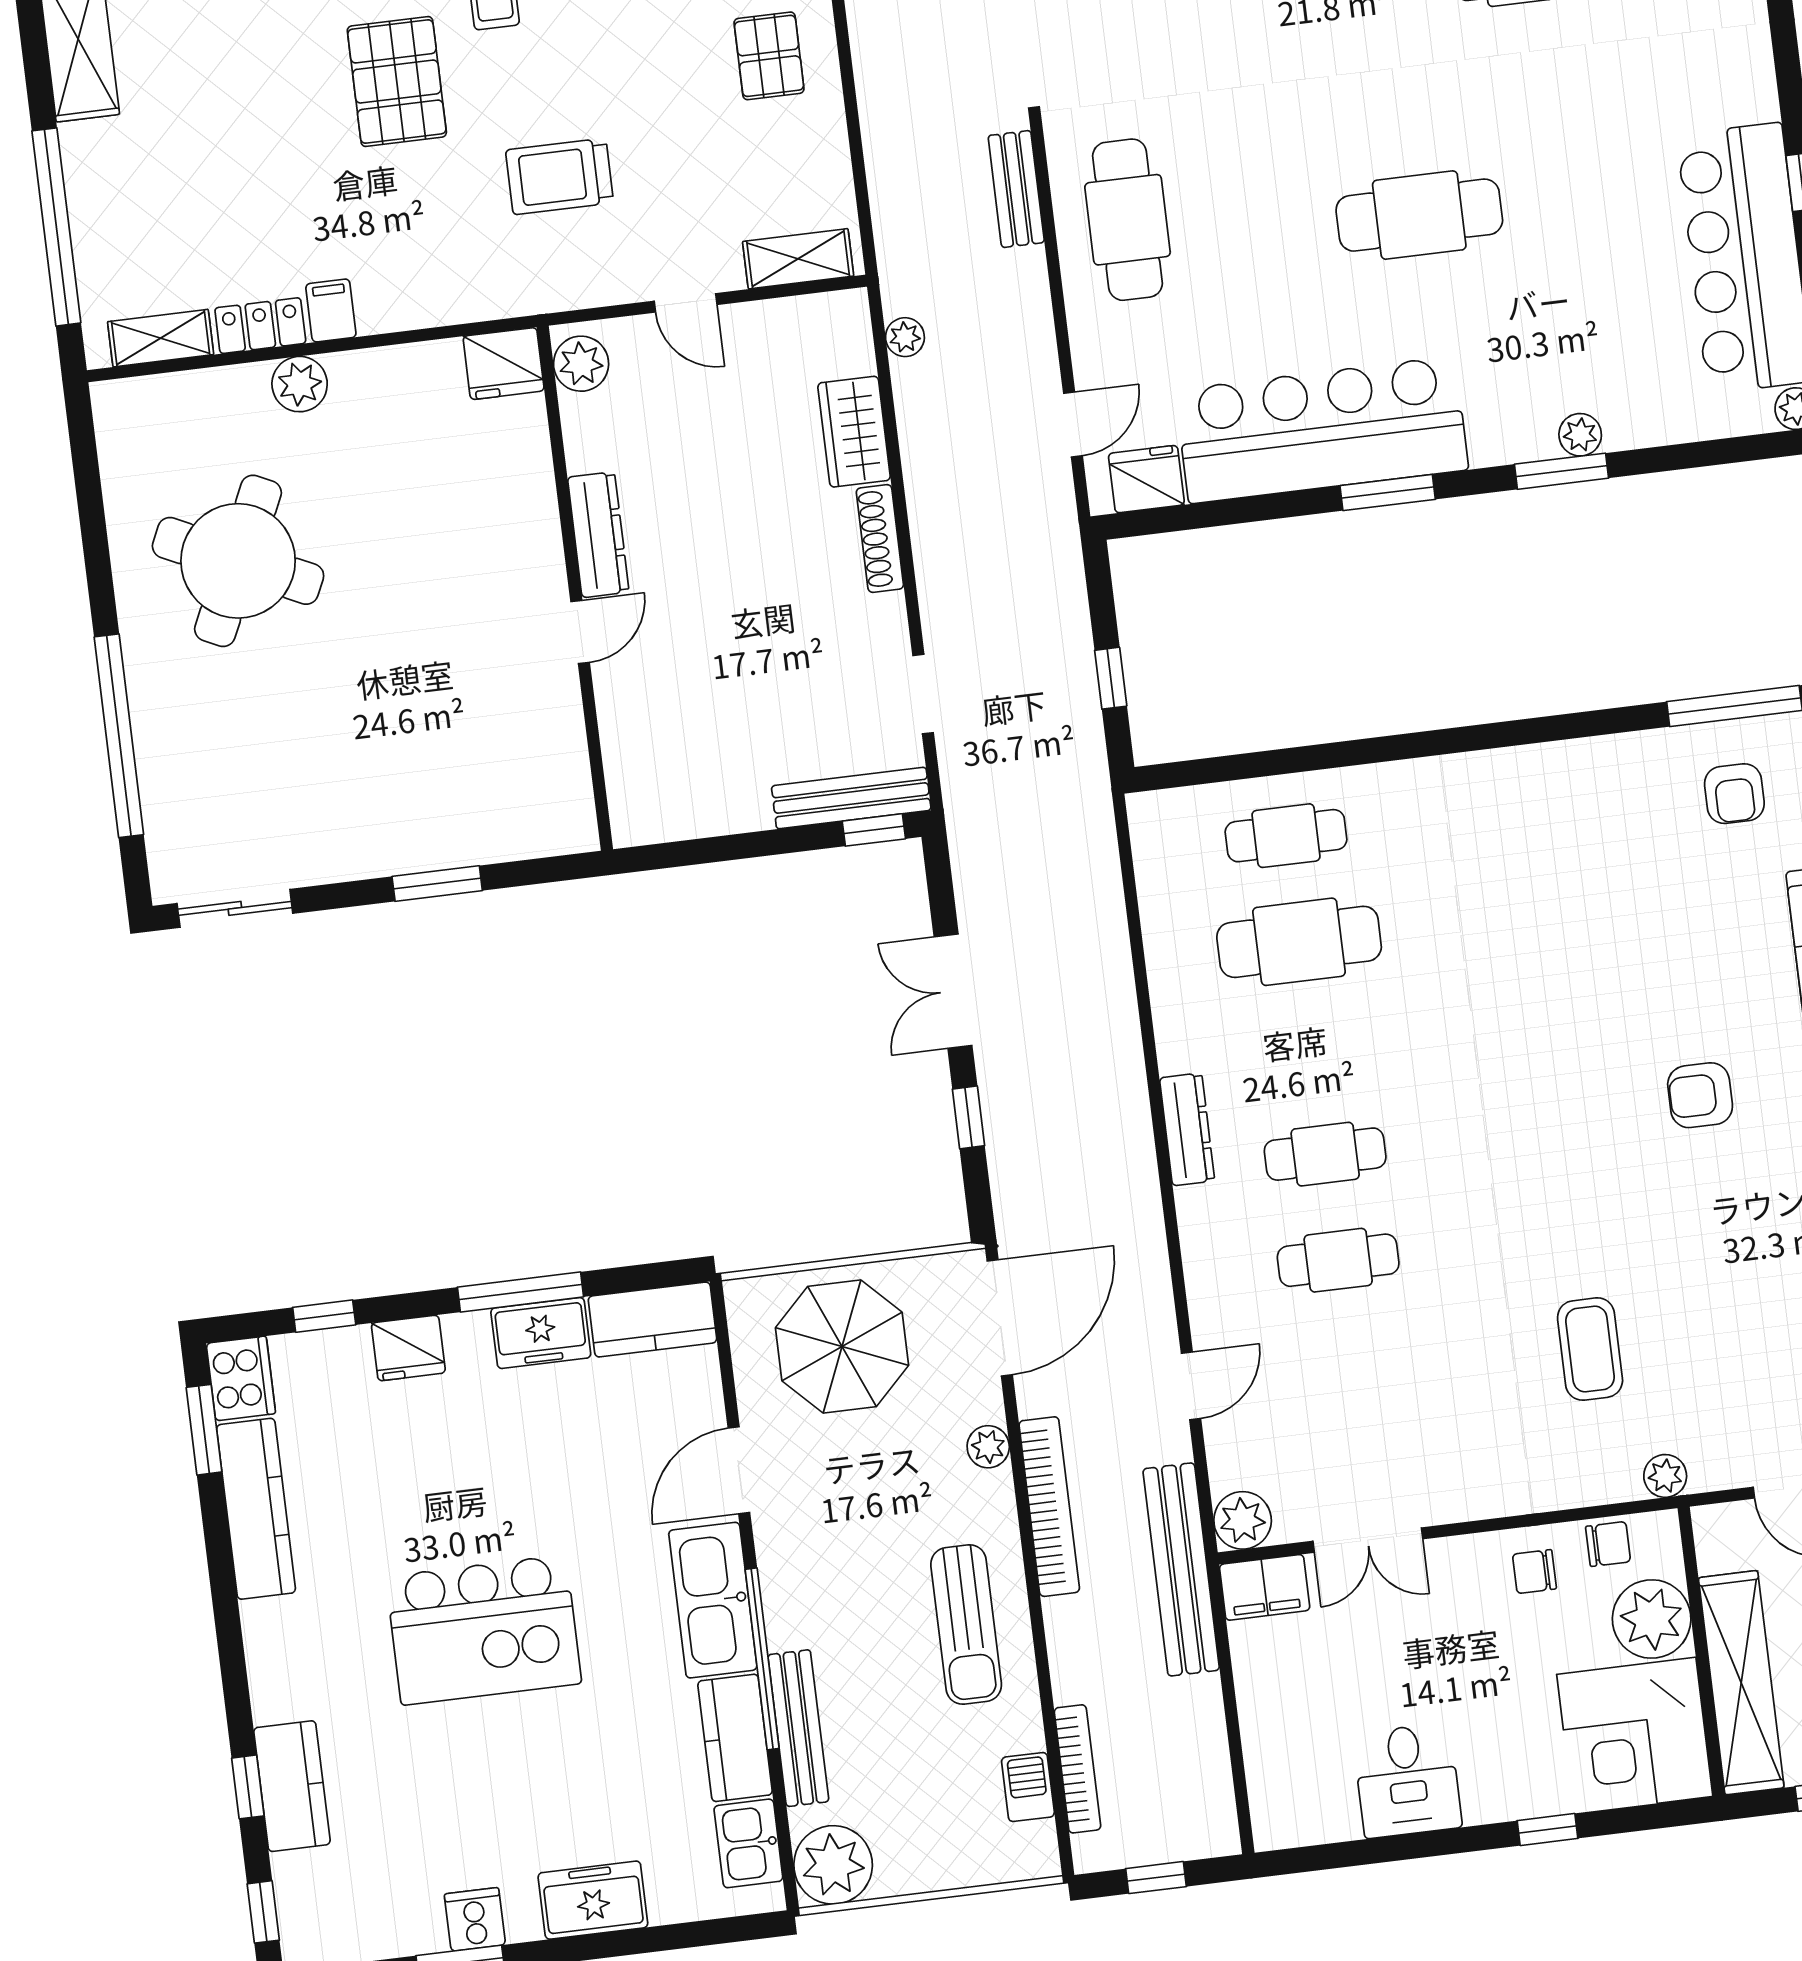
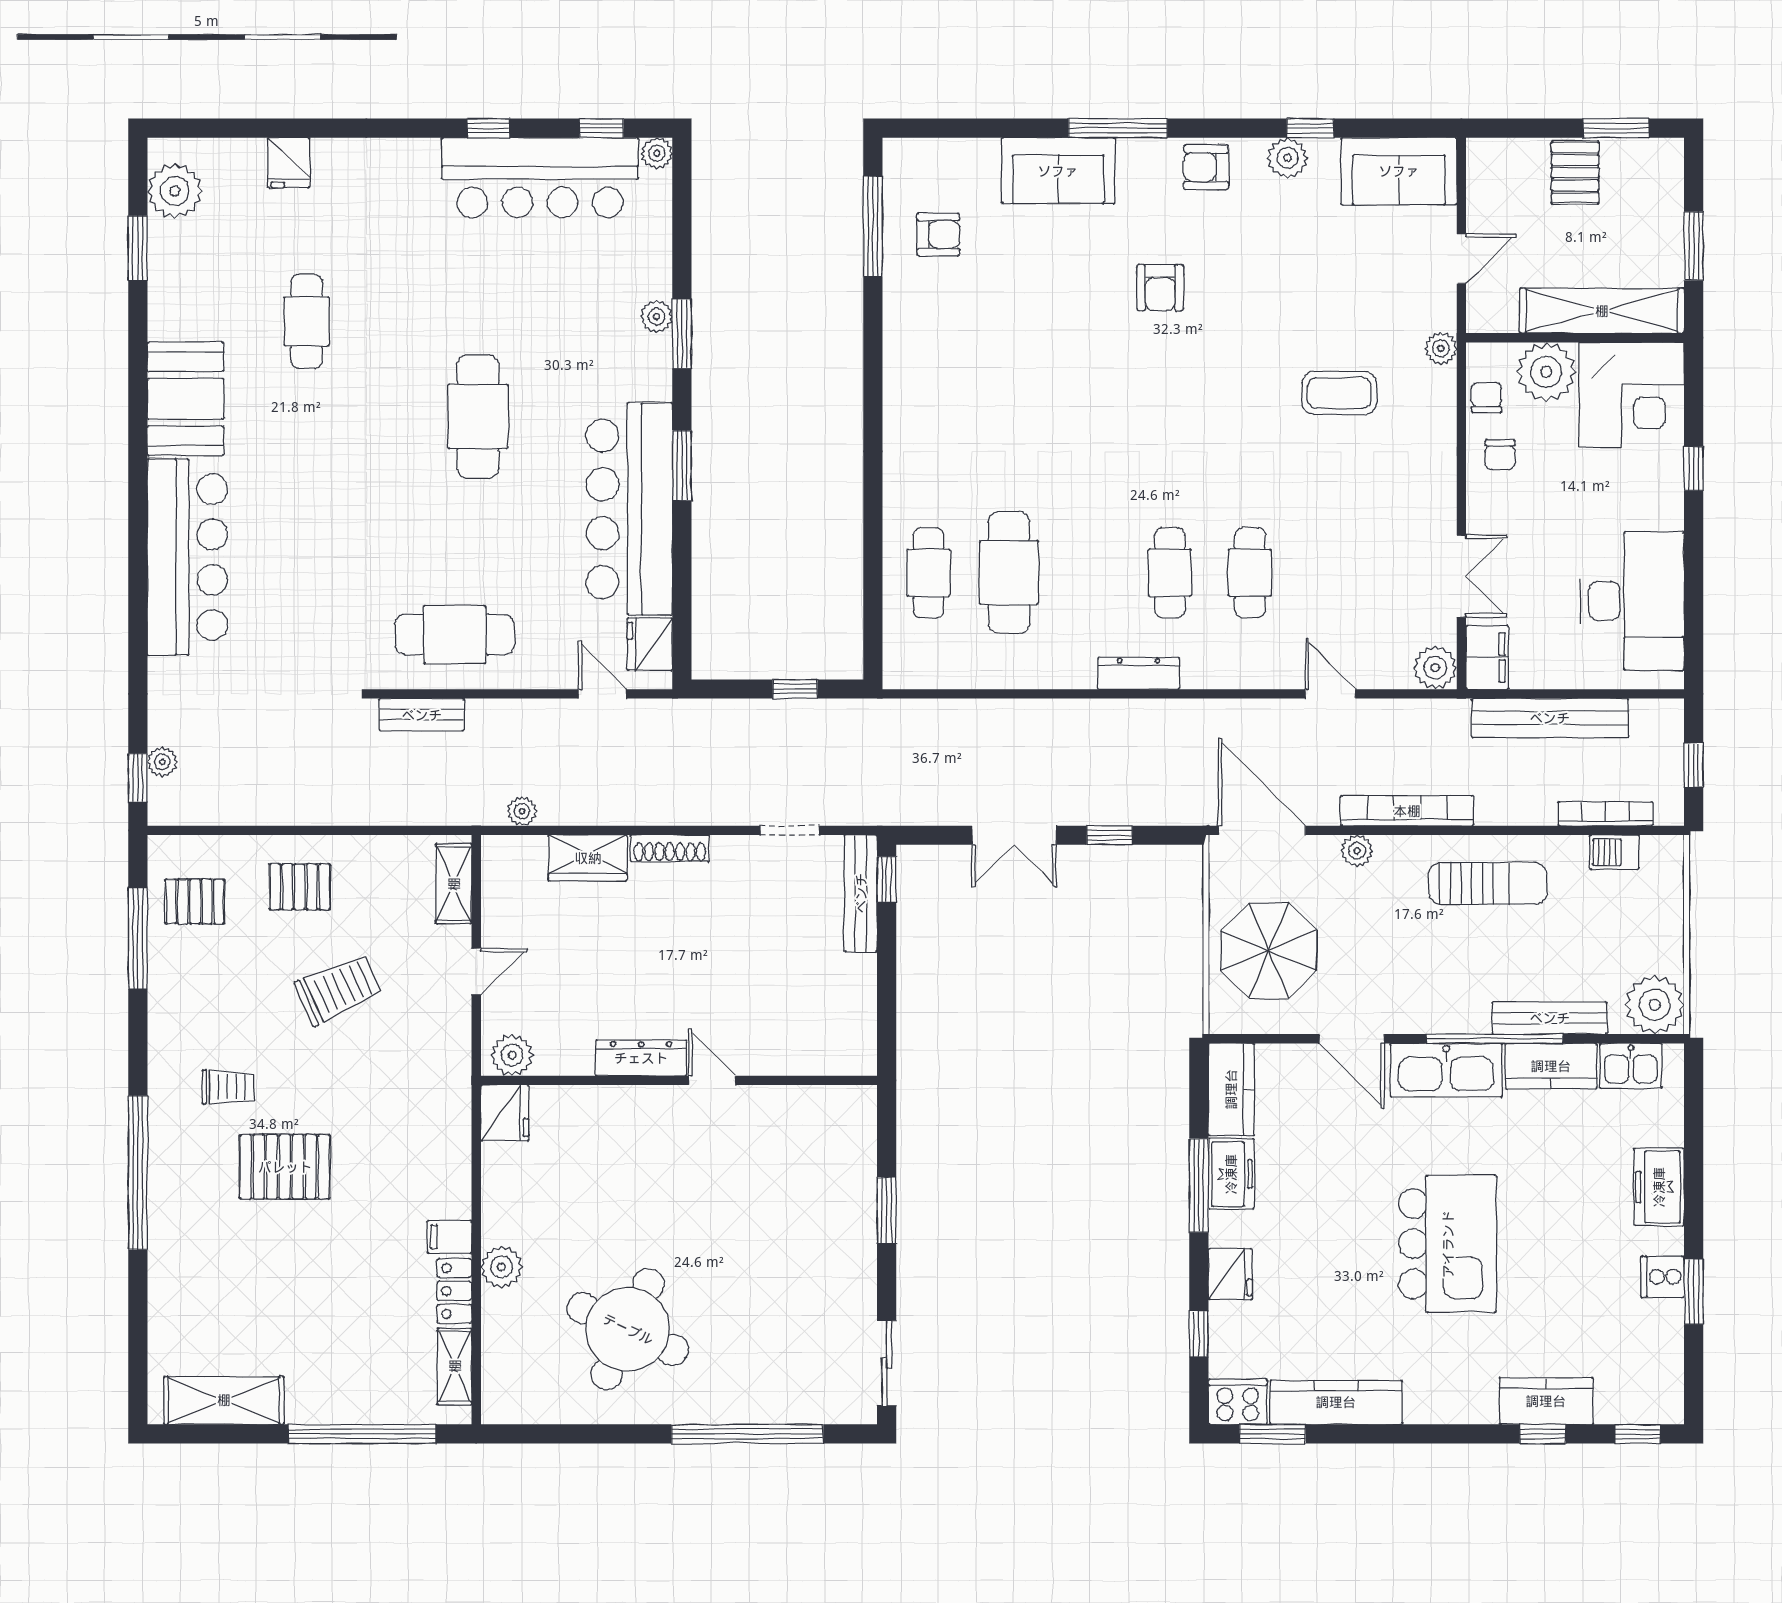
trolley: (560, 176) -> (338, 989), moved, turned -114
bench: (1181, 1569) -> (1550, 718), moved
desk: (1407, 1780) -> (1632, 601), width x1.87, depth x1.30

